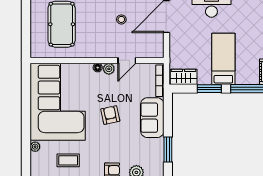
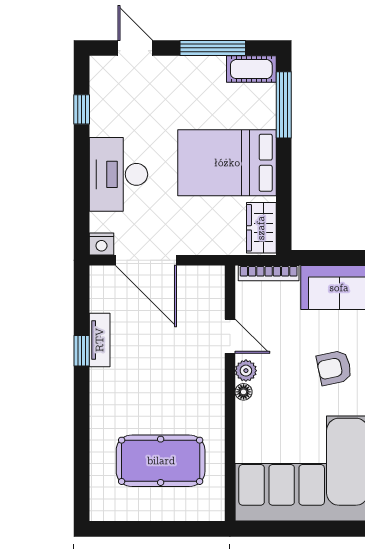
stool: (121, 19) -> (151, 347), removed
bed: (223, 59) -> (227, 163), width x1.50
window: (209, 89) -> (284, 179), removed

